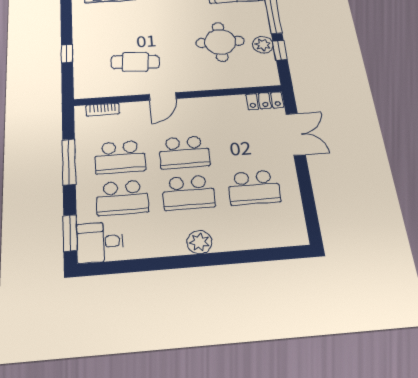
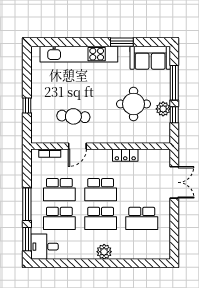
door: (163, 97) -> (77, 146), moved
locker: (265, 101) -> (125, 155), moved
window: (69, 162) -> (27, 204), moved

